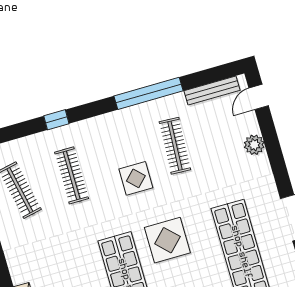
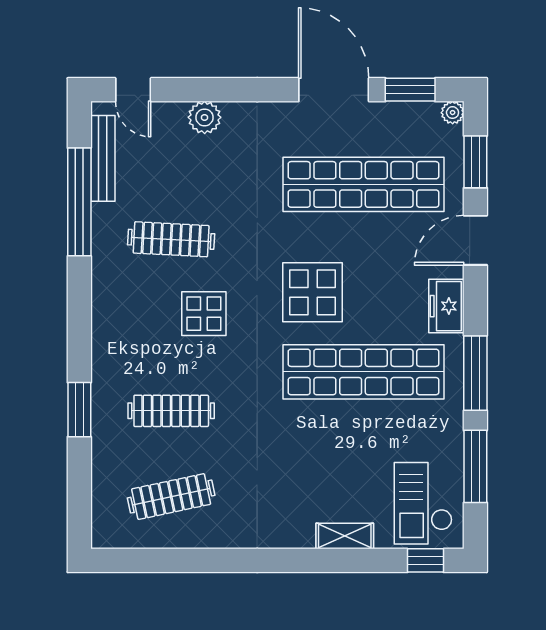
window: (149, 93) -> (79, 202), moved
window: (56, 120) -> (79, 410), width x1.50

